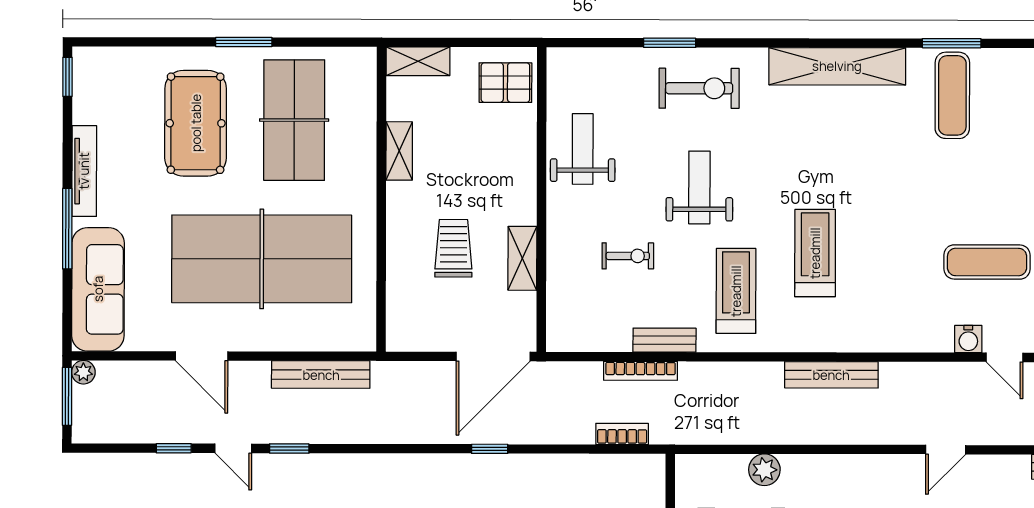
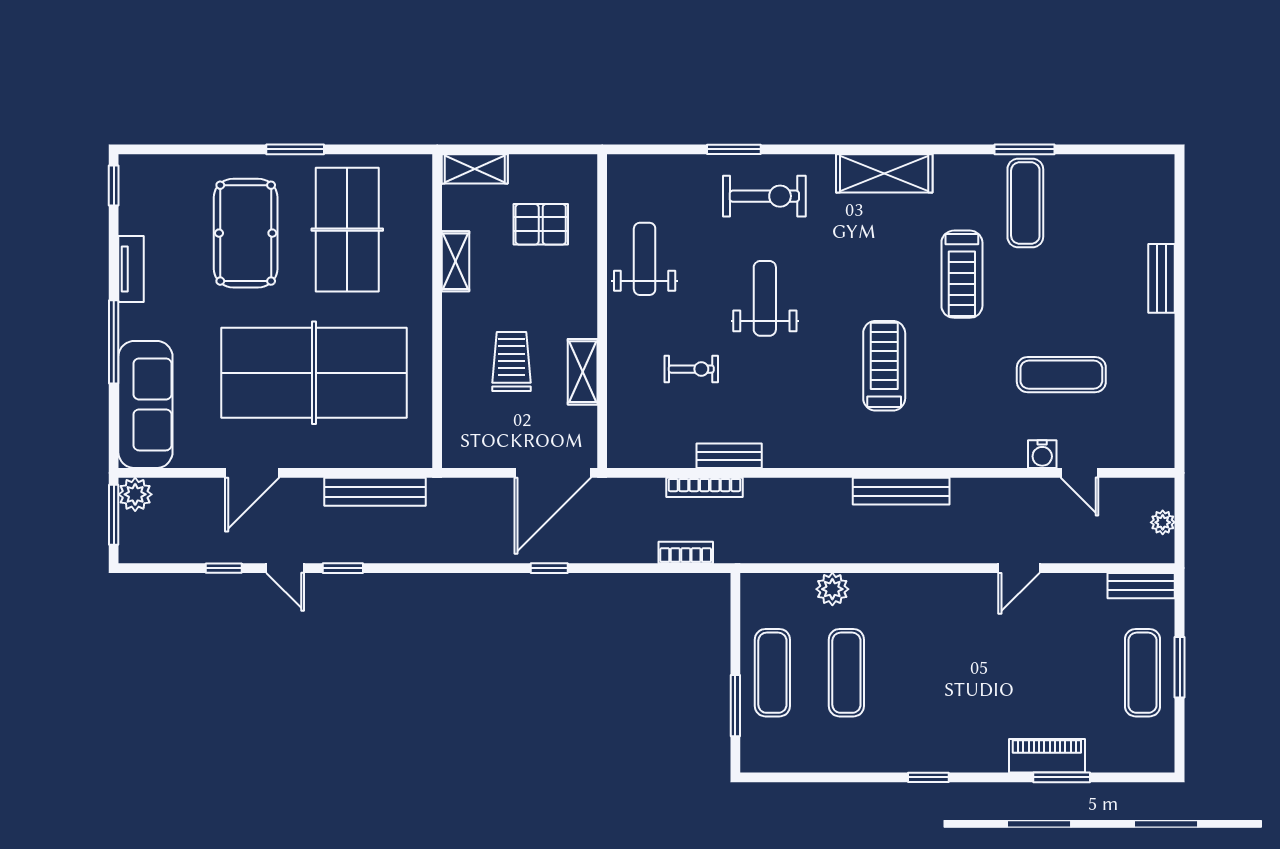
shelving: (837, 66) -> (884, 173), width x0.68
pallet: (505, 83) -> (541, 224), moved
tv unit: (84, 171) -> (131, 269), width x0.71
treadmill: (736, 291) -> (962, 274), moved, turned 180
door: (202, 356) -> (252, 473), hinge flipped
plant: (83, 372) -> (135, 494), width x1.38, depth x1.38

